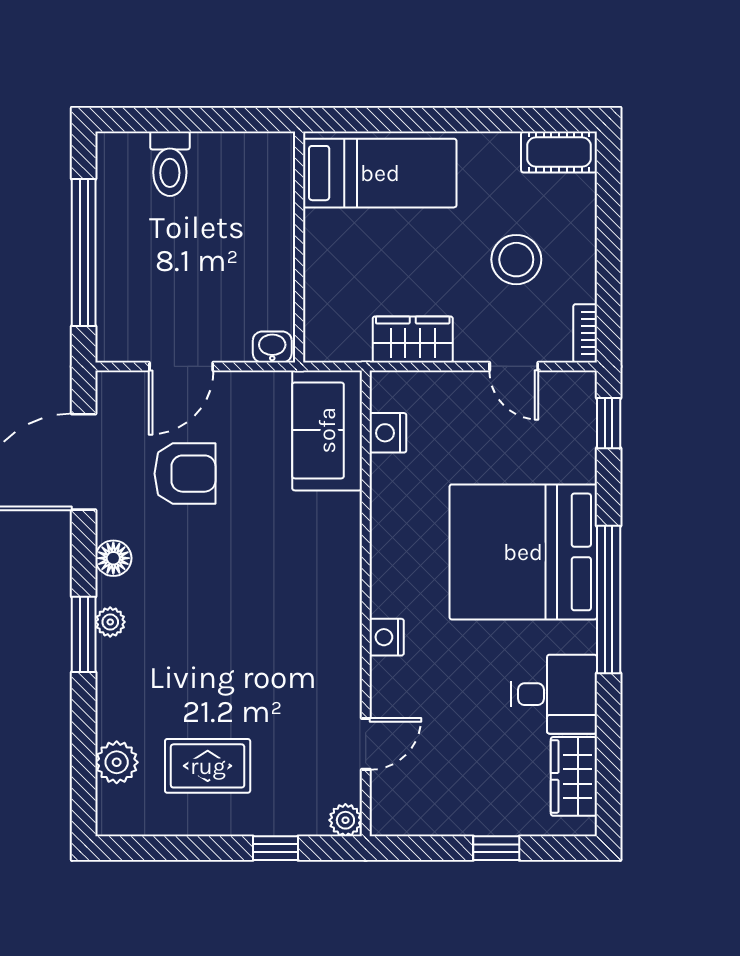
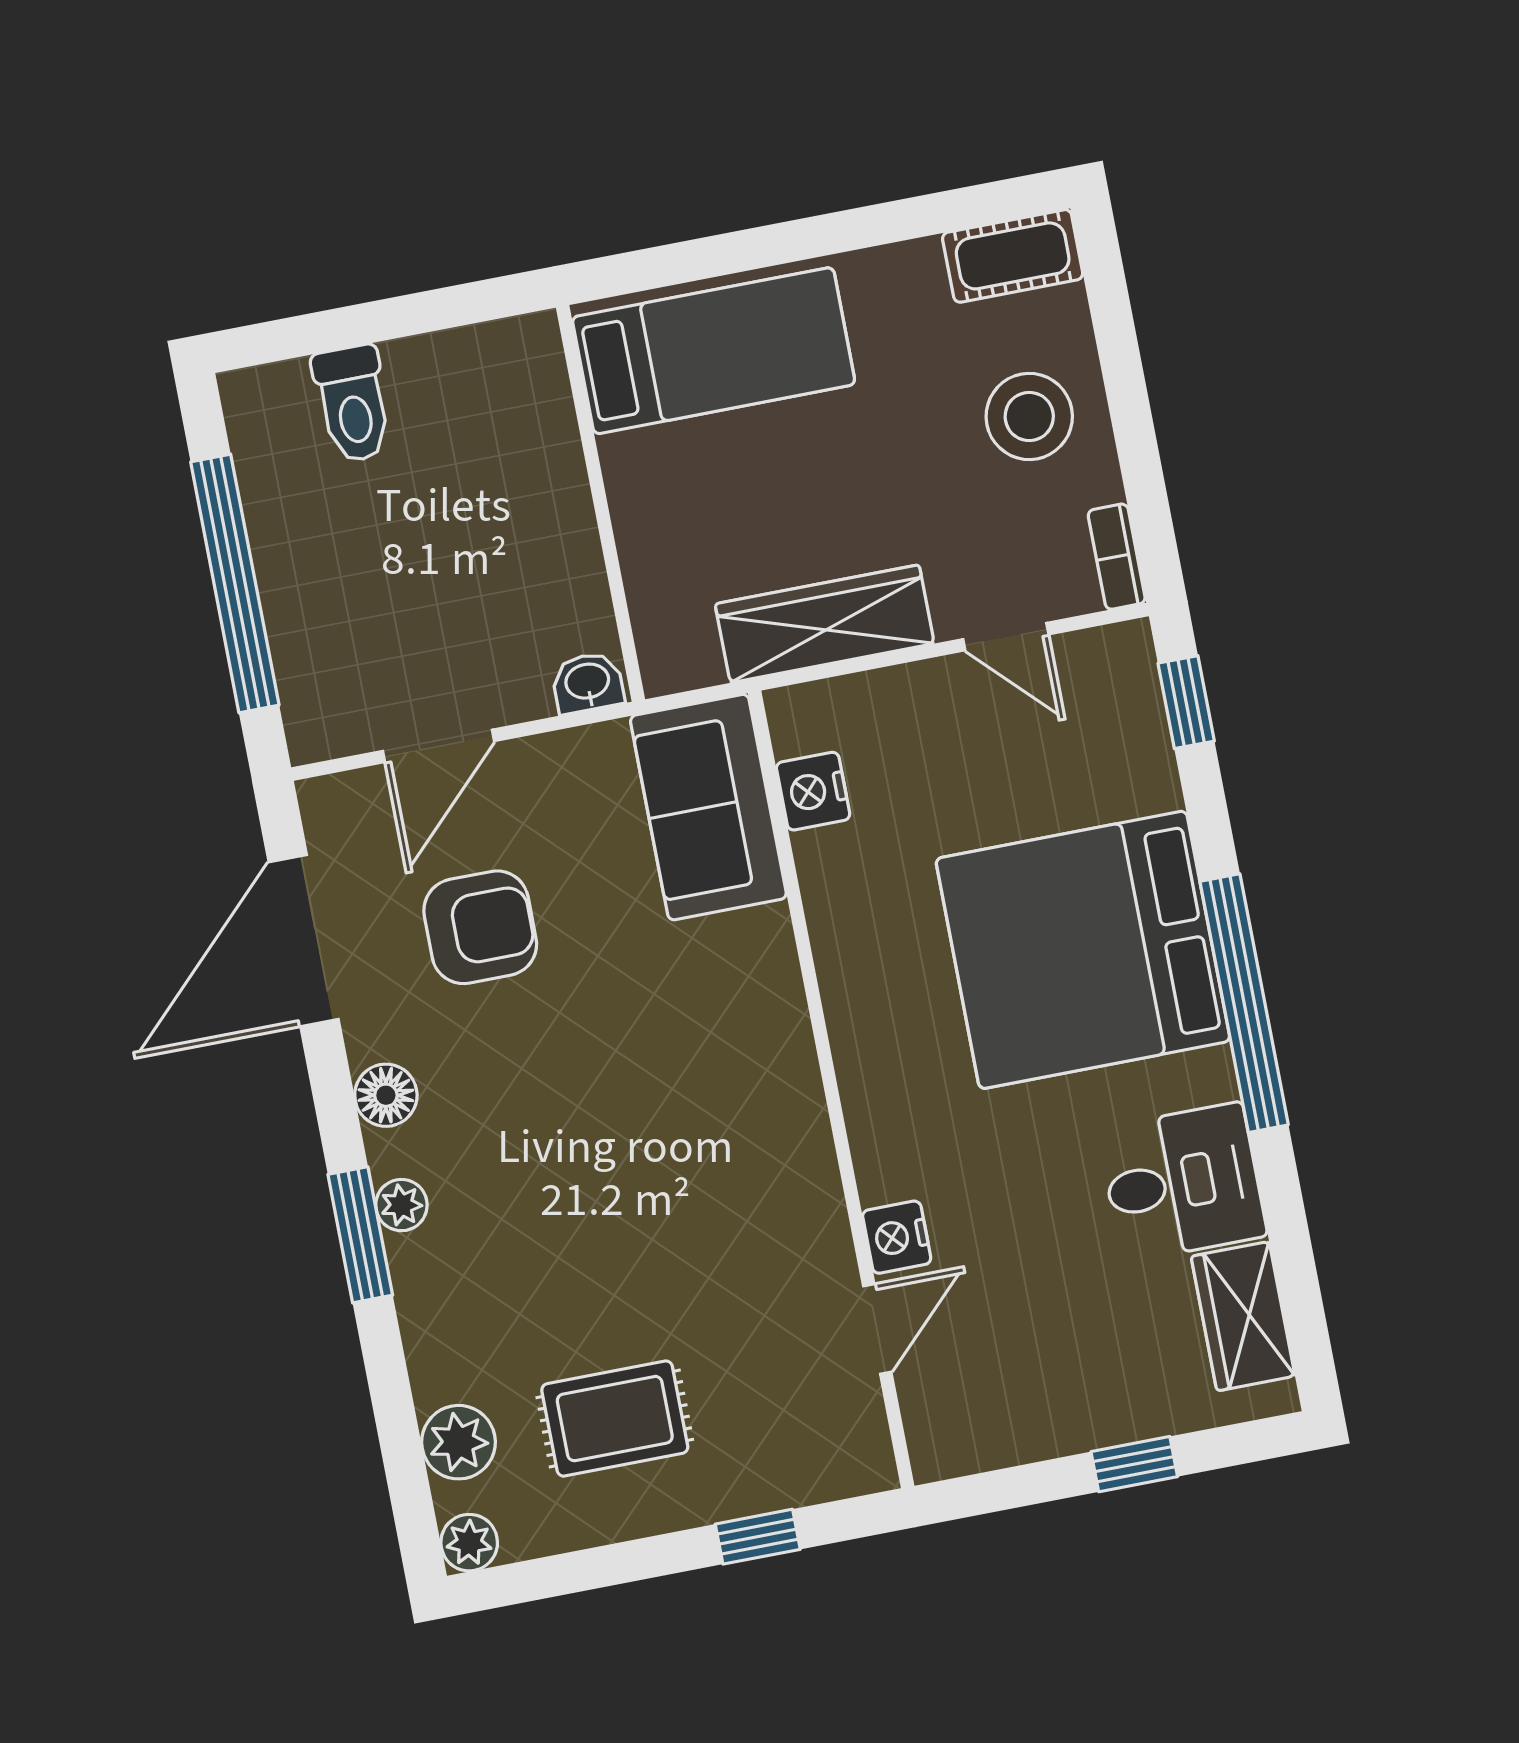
stool: (516, 260) -> (1029, 416), moved
wardrobe: (413, 339) -> (825, 624), width x1.50
nightstand: (387, 637) -> (897, 1237), moved
plant: (345, 820) -> (469, 1543), moved

